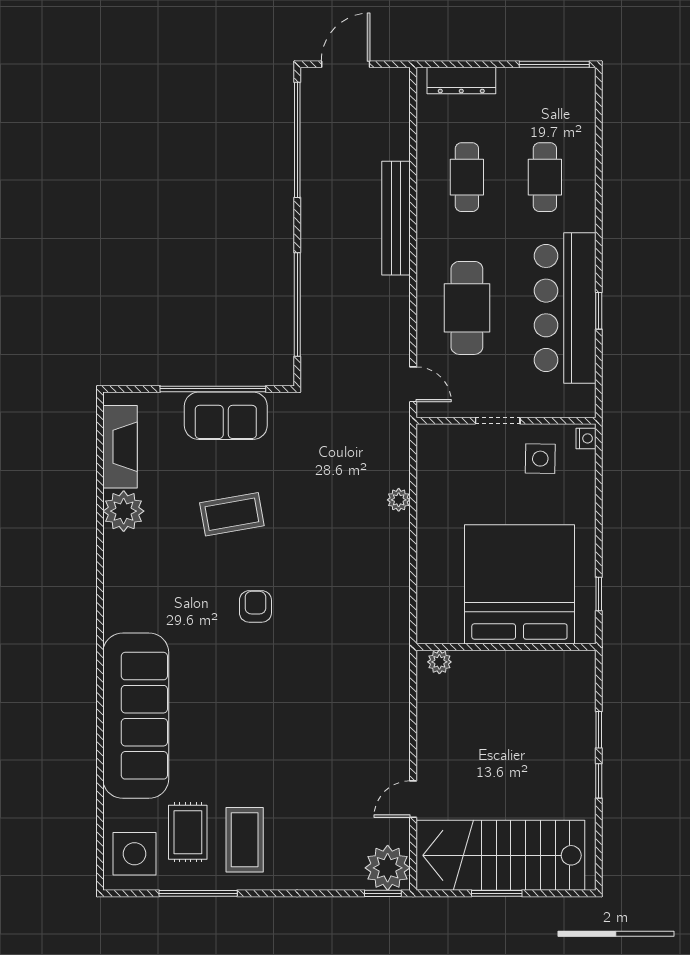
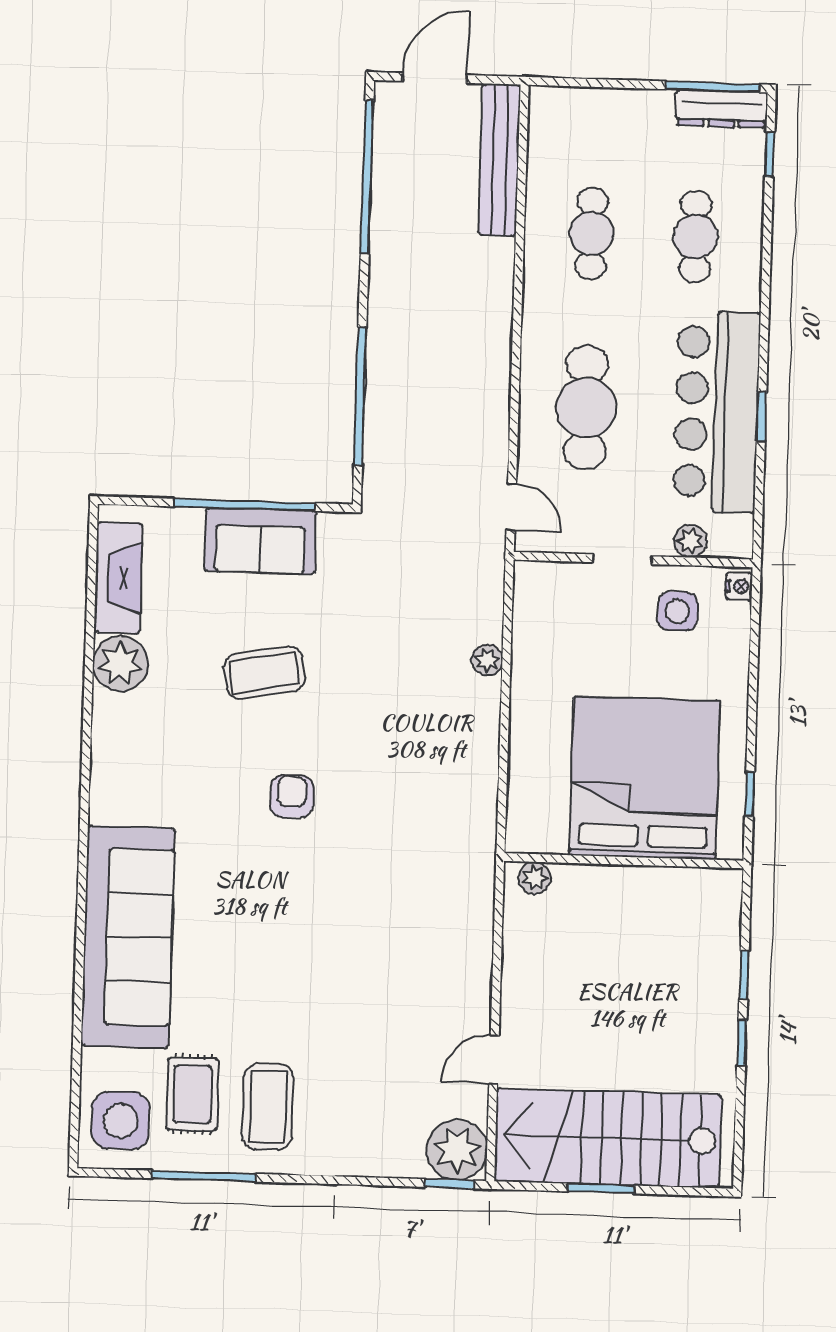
dresser: (461, 81) -> (722, 109), moved
window: (599, 114) -> (770, 154), added
bench: (396, 218) -> (499, 160), moved
plant: (548, 406) -> (690, 541), added

